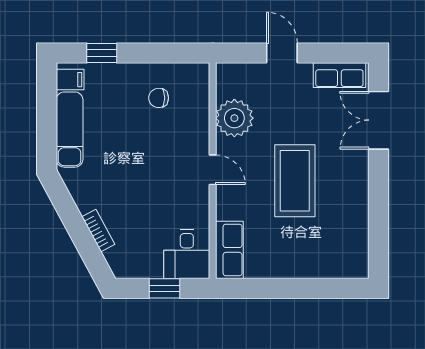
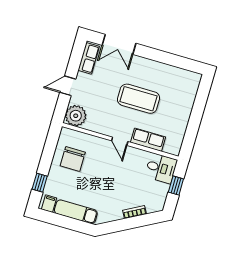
chair: (159, 98) -> (73, 159), width x1.87, depth x1.87
plant: (234, 118) -> (76, 116), moved
door: (213, 170) -> (120, 141), swing flipped
row of seats: (229, 250) -> (148, 140), moved

